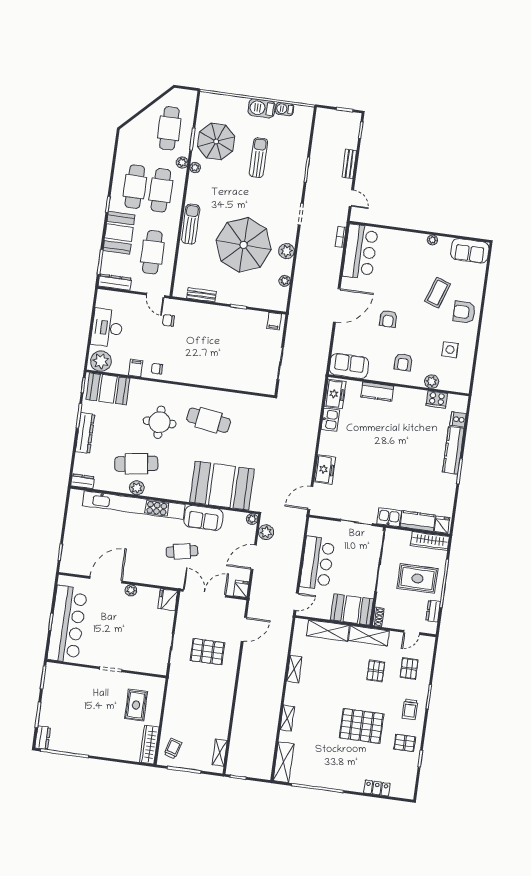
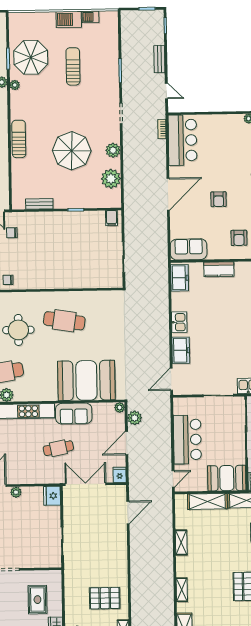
parasol: (244, 245) -> (72, 151), width x0.73, depth x0.73
plant: (285, 281) -> (111, 179), width x1.88, depth x1.88
kitchen sink: (330, 420) -> (179, 322), moved
pallet: (208, 652) -> (105, 598), moved

